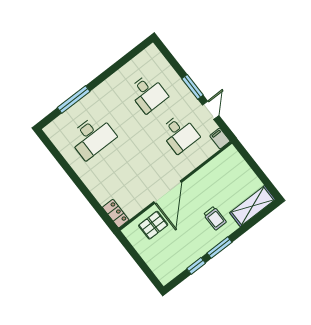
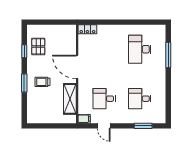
window: (192, 87) -> (143, 126), moved
shelving: (253, 206) -> (70, 99), moved
pallet: (153, 225) -> (38, 46), moved
window: (220, 248) -> (24, 83), moved

